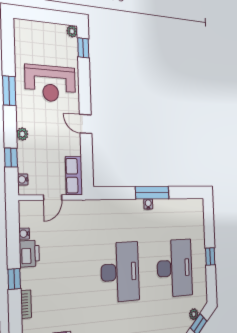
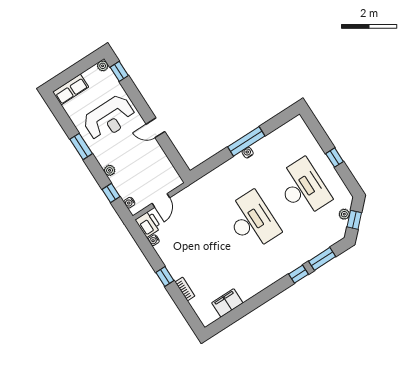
row of seats: (74, 176) -> (71, 89), moved, turned -90
printer: (29, 254) -> (148, 224), moved

